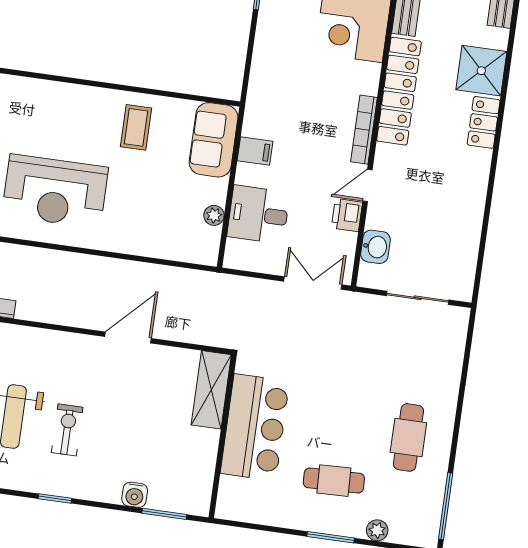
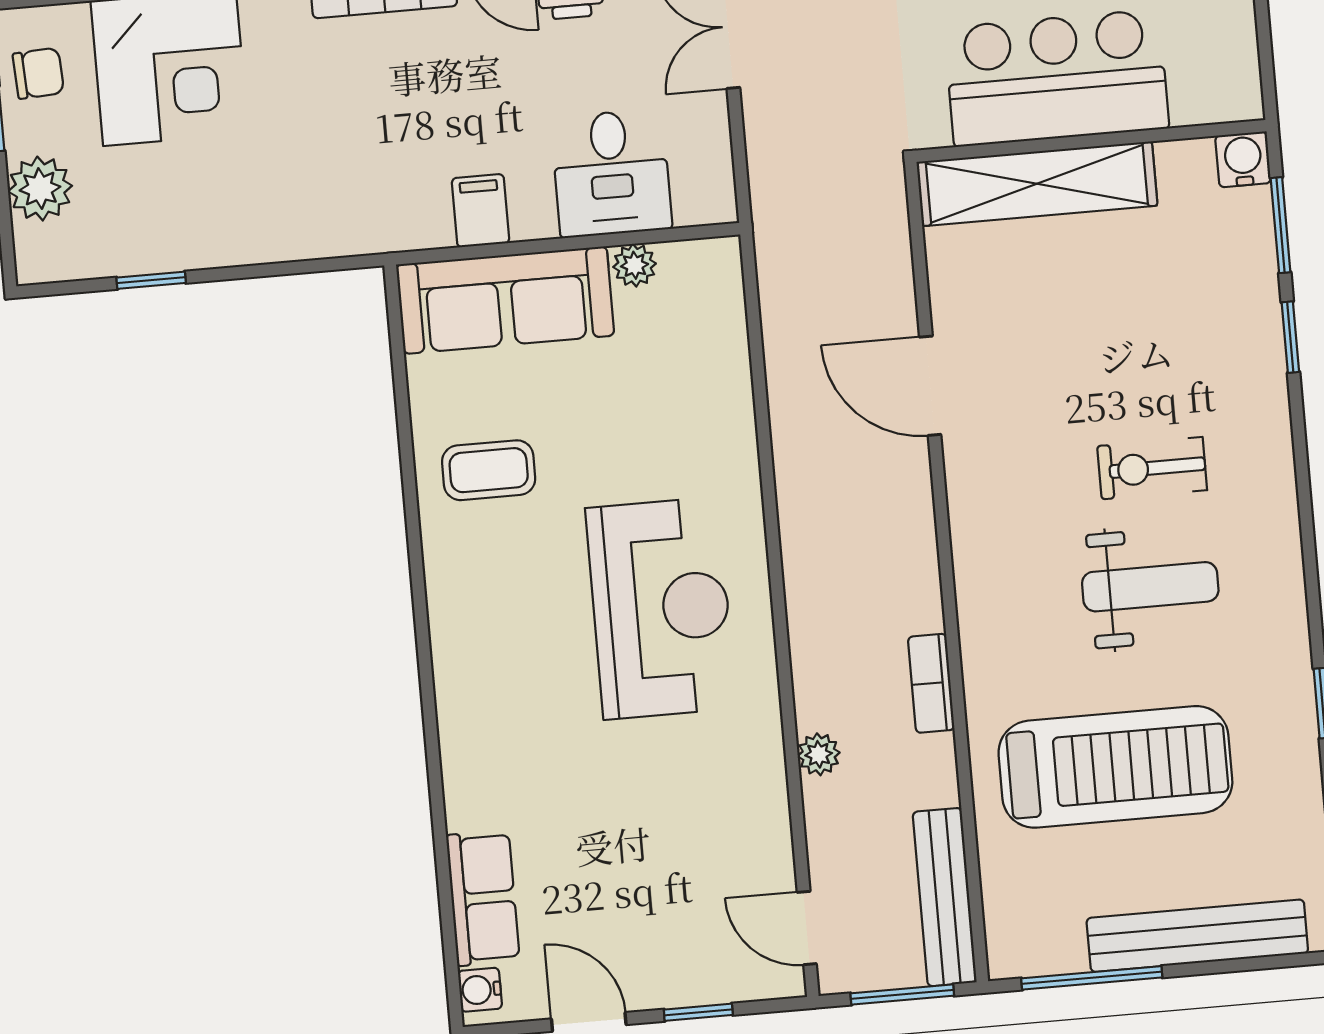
sofa: (214, 140) -> (505, 300), width x1.36
shelving: (211, 390) -> (1037, 184), width x1.47
water cooler: (135, 495) -> (1243, 159), moved, turned -90
window: (55, 498) -> (1290, 337), moved

